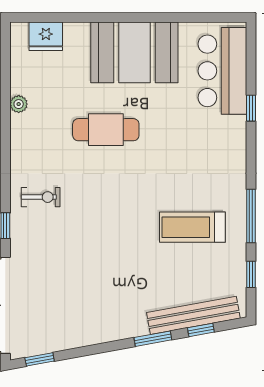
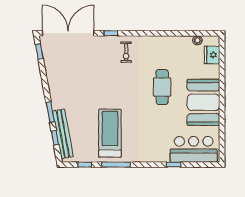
plant: (19, 104) -> (197, 40), moved
treadmill: (192, 227) -> (110, 133), width x1.37, depth x1.38

